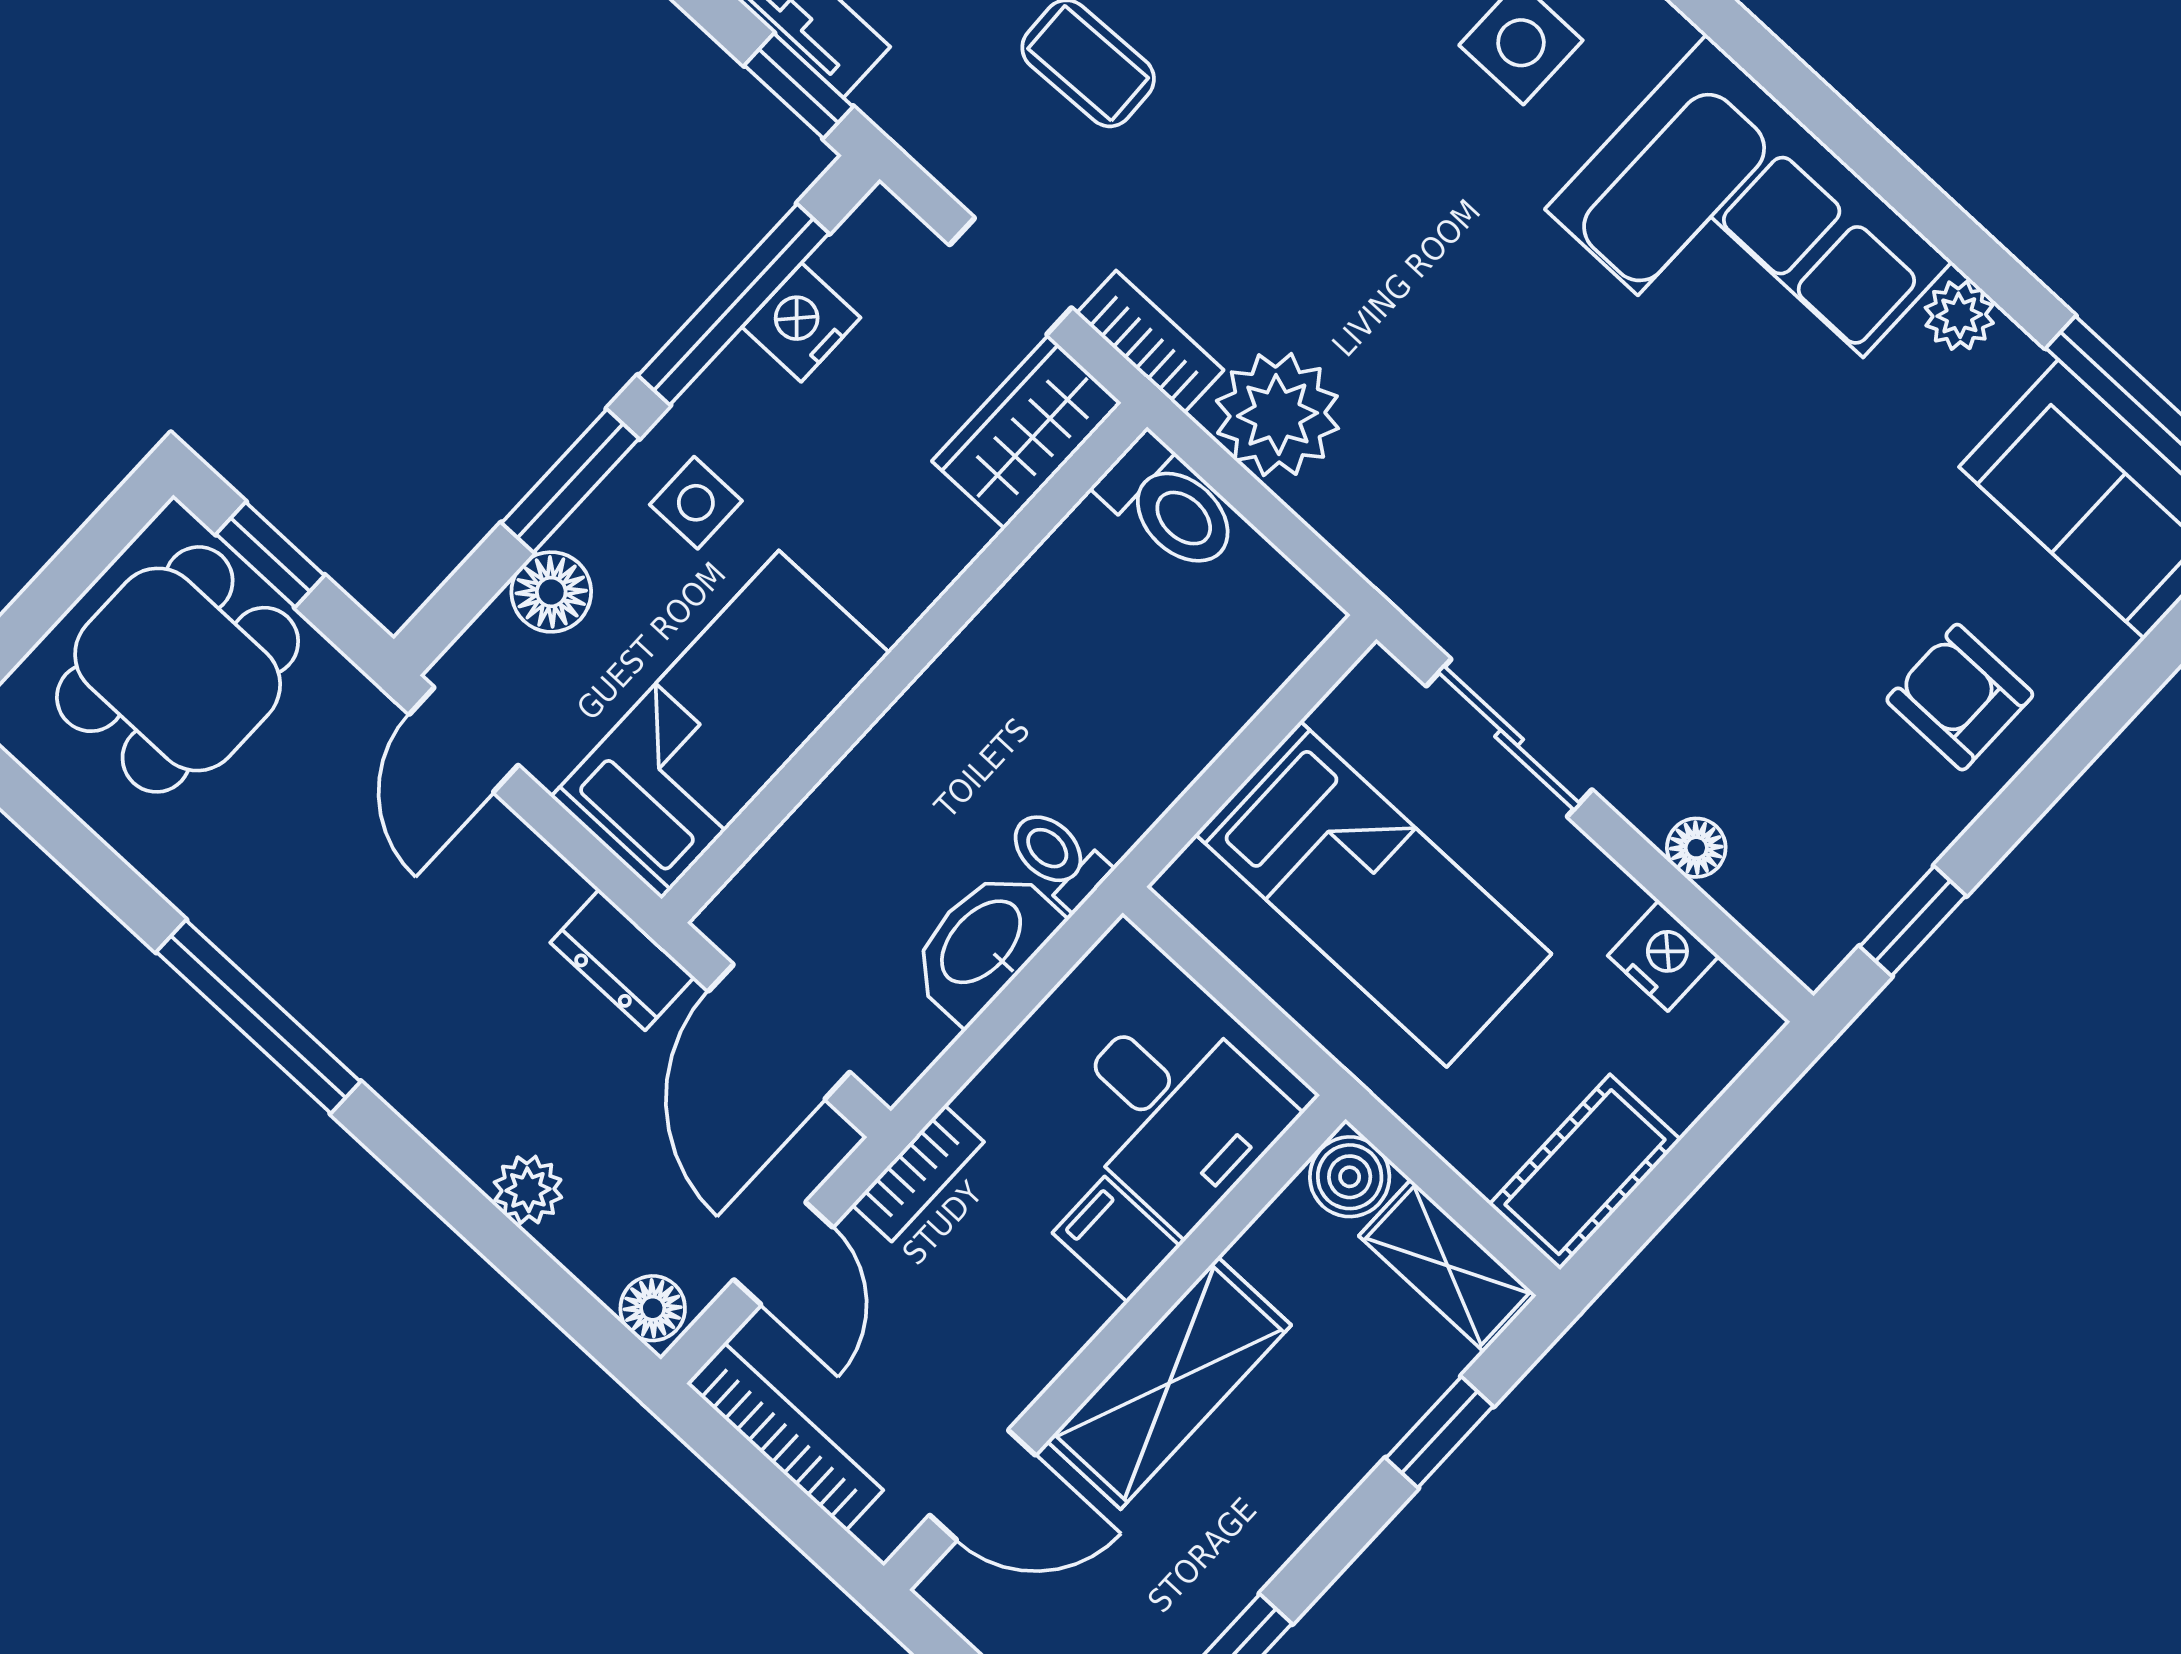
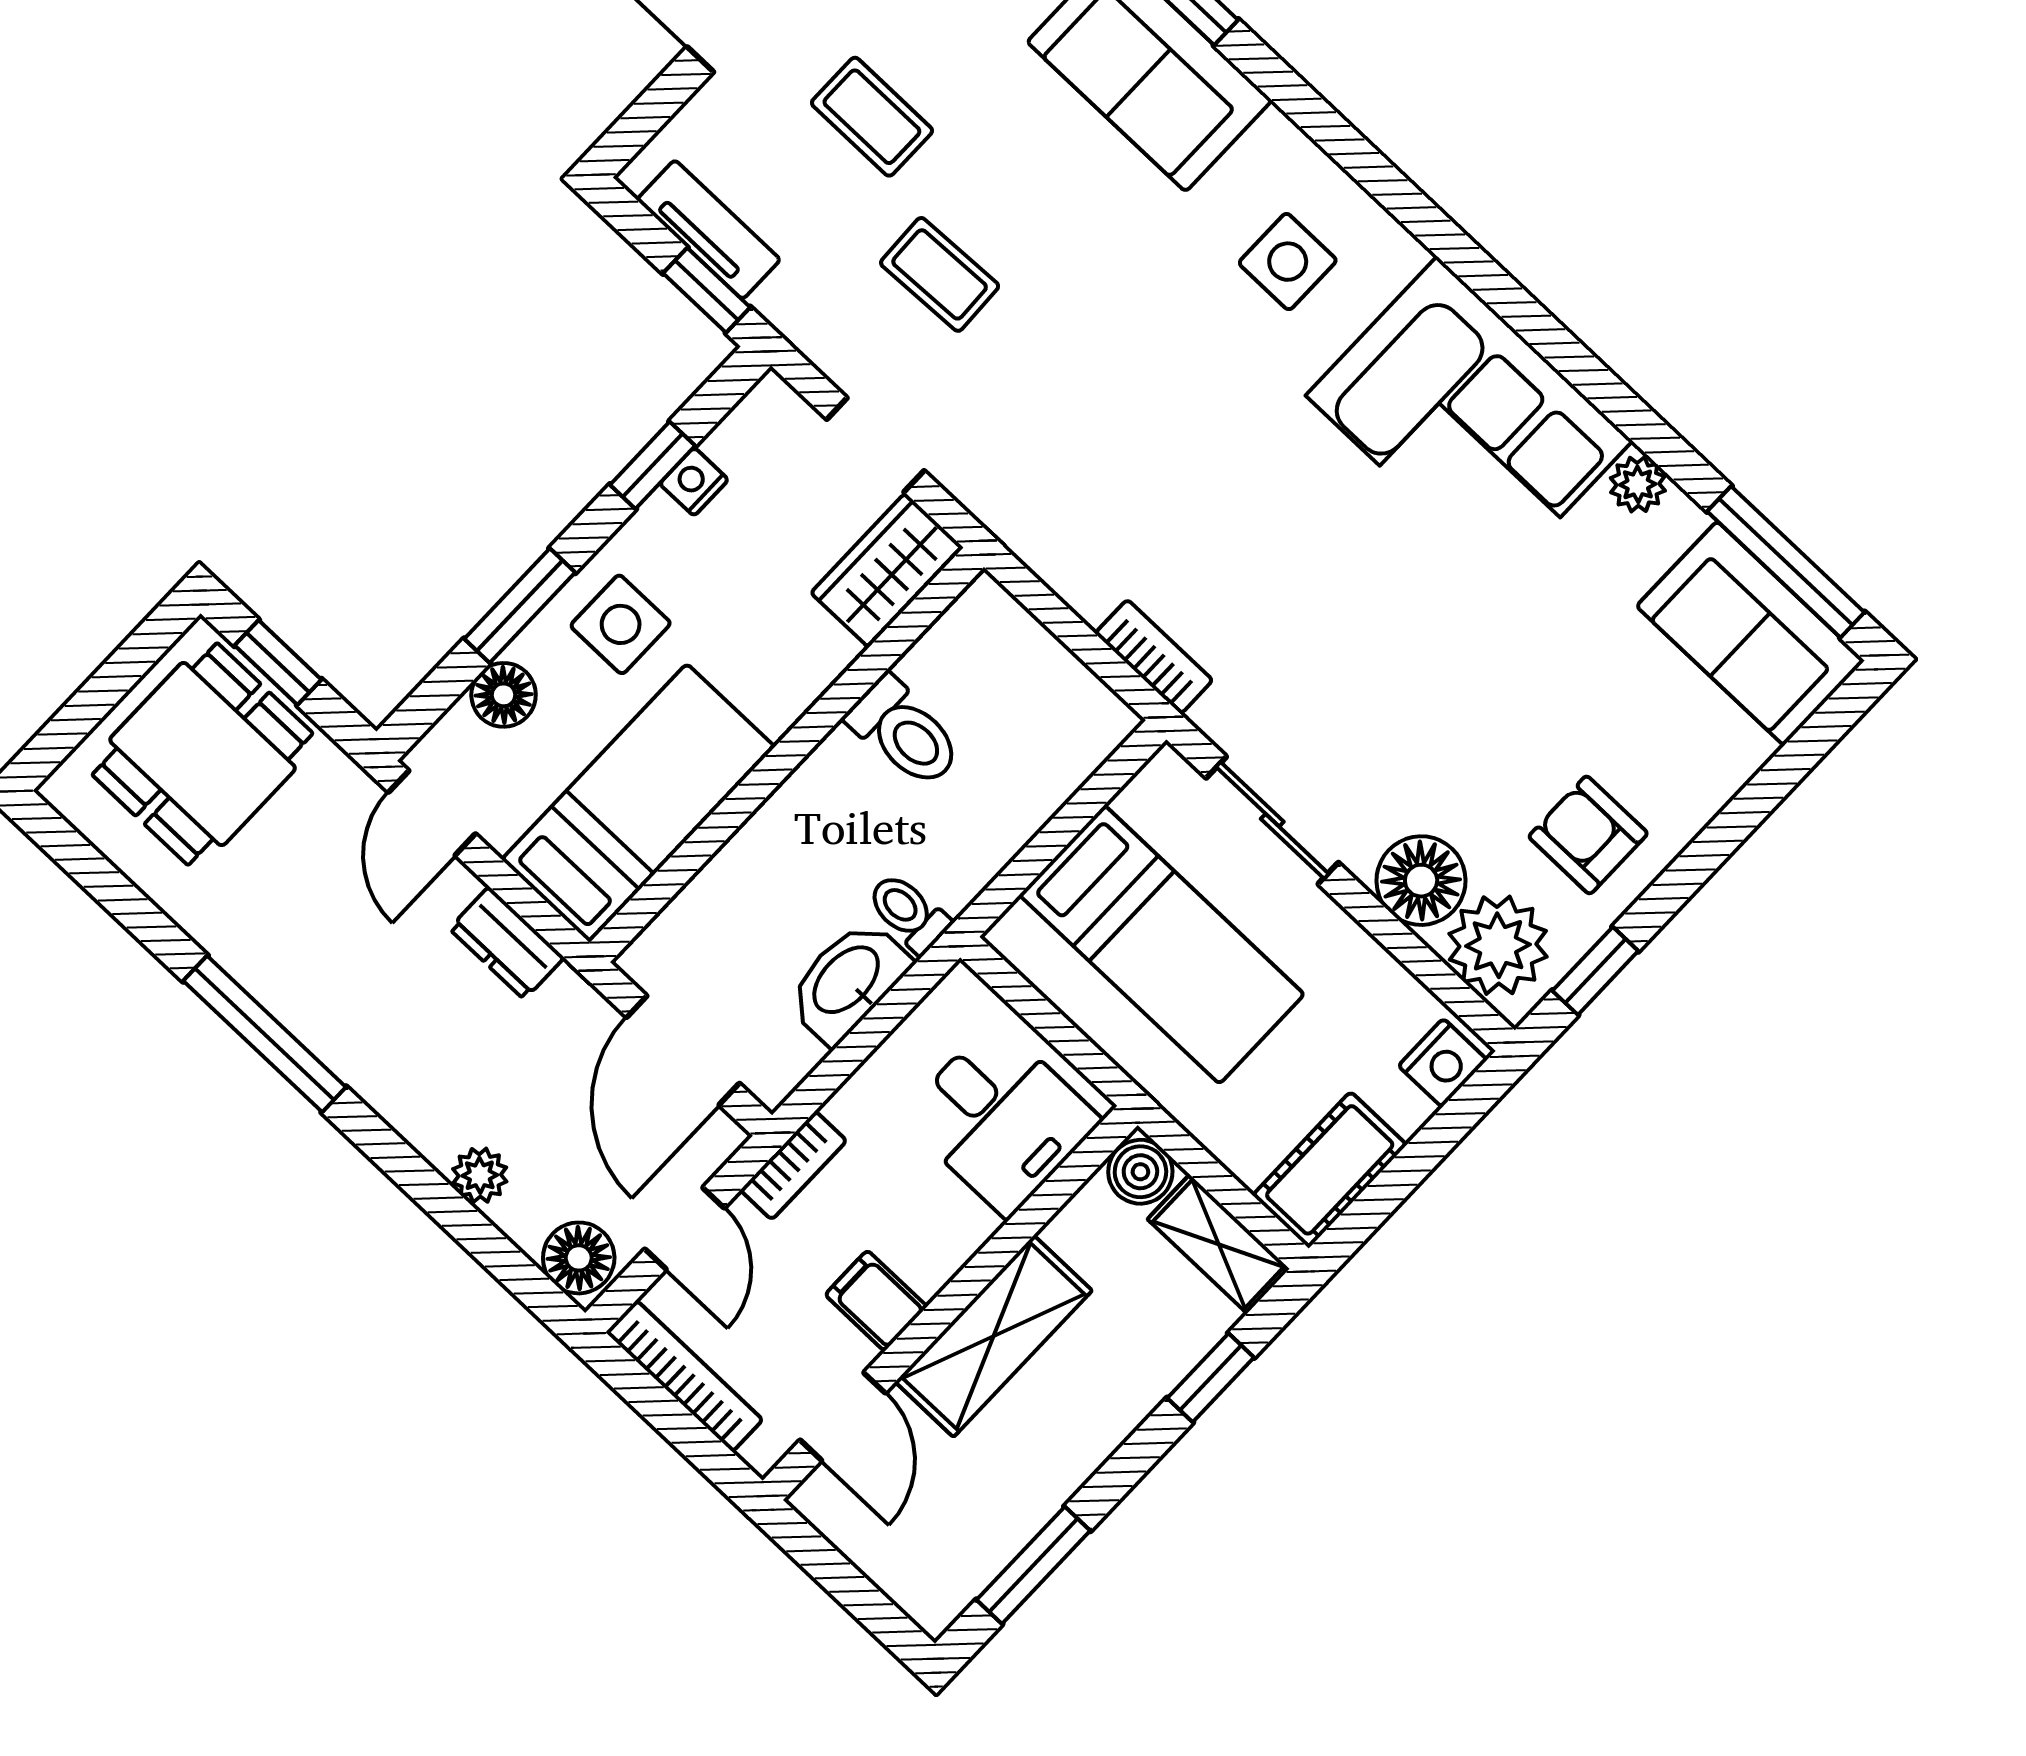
window: (734, 304) -> (653, 465), width x0.46
nightstand: (801, 322) -> (694, 482), width x0.72, depth x0.74
bookcase: (1150, 342) -> (1154, 657), moved
plant: (1277, 415) -> (1498, 945), moved
side table: (696, 503) -> (621, 624), width x1.37, depth x1.37
toilet: (1169, 505) -> (904, 732), moved
armchair: (1960, 697) -> (1588, 835), moved
floor lamp: (1696, 848) -> (1421, 881), width x1.89, depth x1.89
nightstand: (1663, 956) -> (1443, 1063), moved, turned 90
dresser: (622, 960) -> (507, 943), moved
filing cabinet: (1116, 1239) -> (876, 1301), moved
floor lamp: (653, 1308) -> (579, 1258), width x1.37, depth x1.37
door: (983, 1485) -> (843, 1417), hinge flipped

